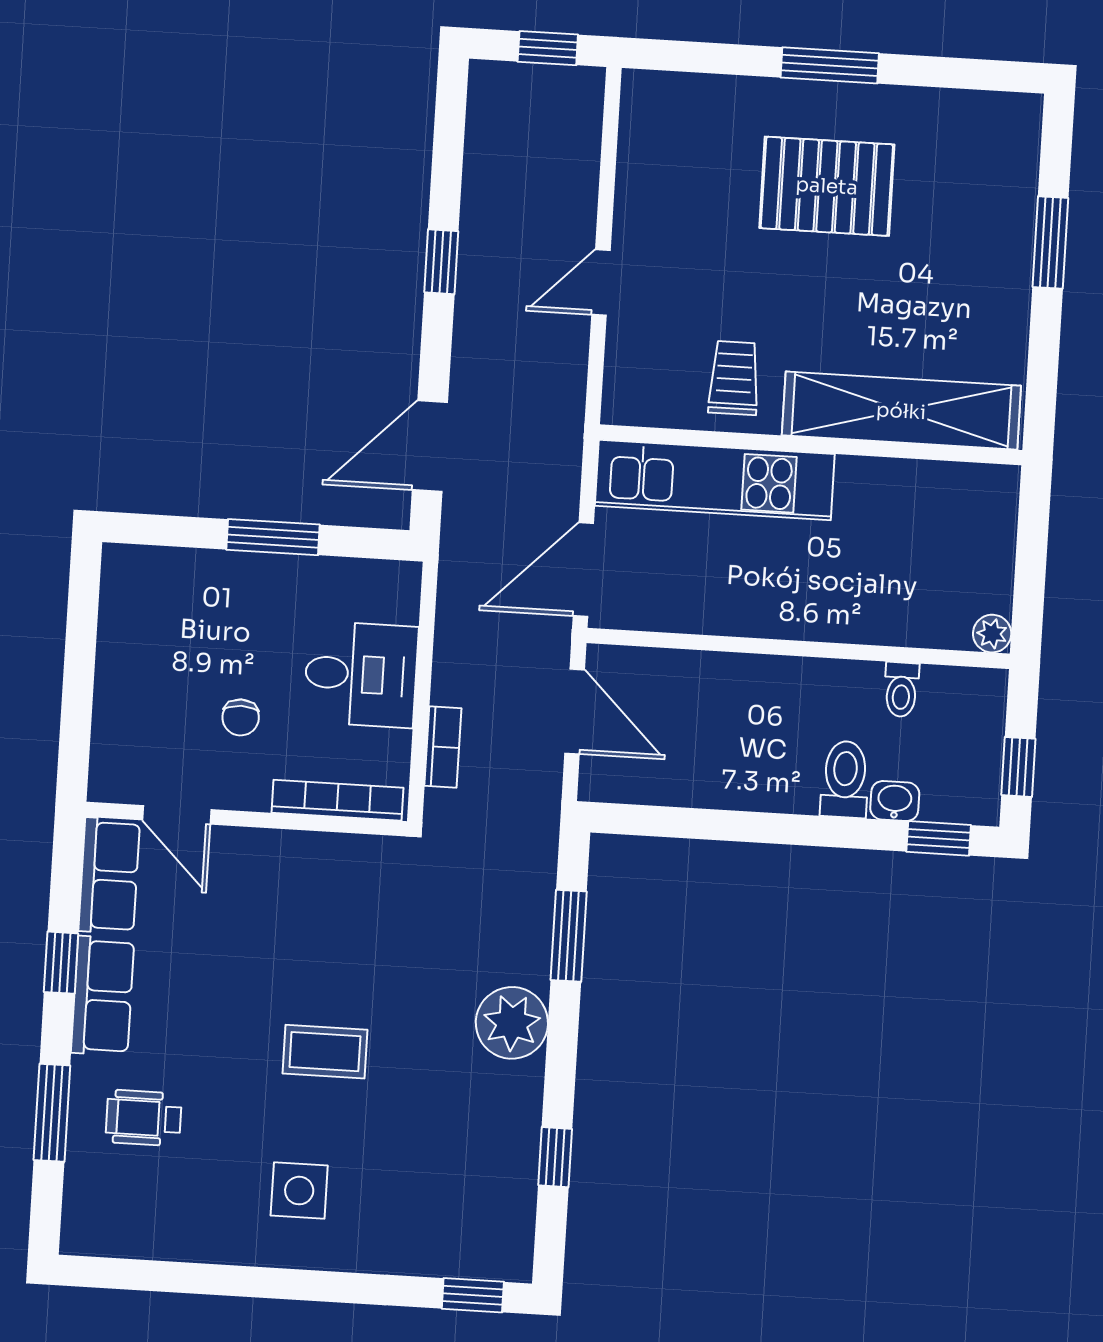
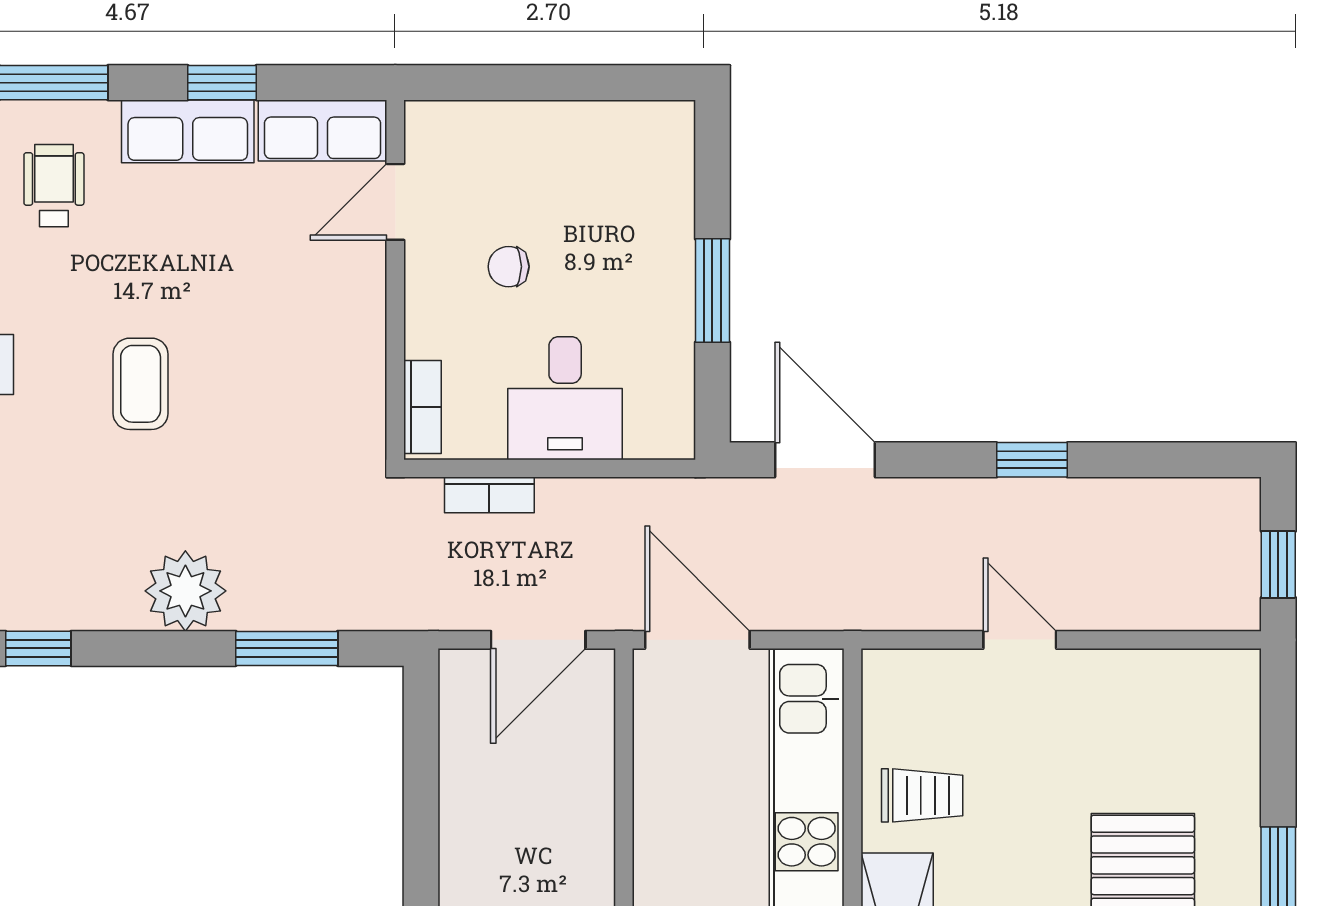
bookcase: (337, 800) -> (423, 407), width x0.64

